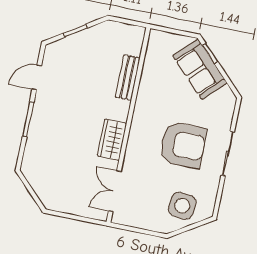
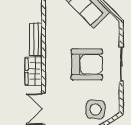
bench: (128, 77) -> (36, 39), moved

